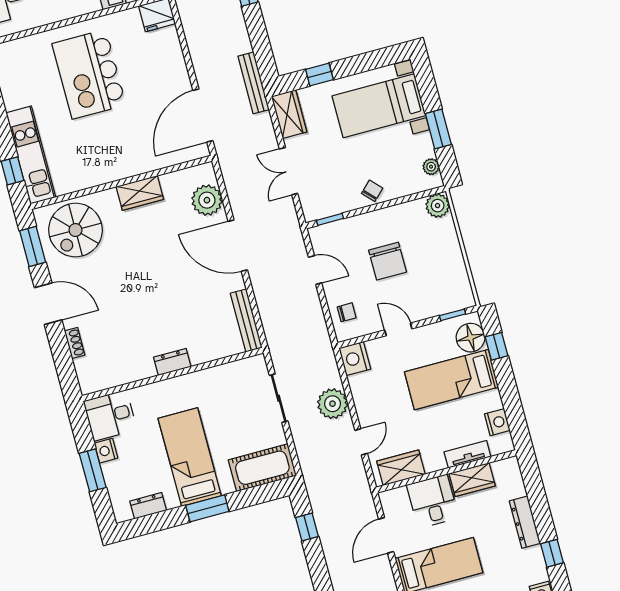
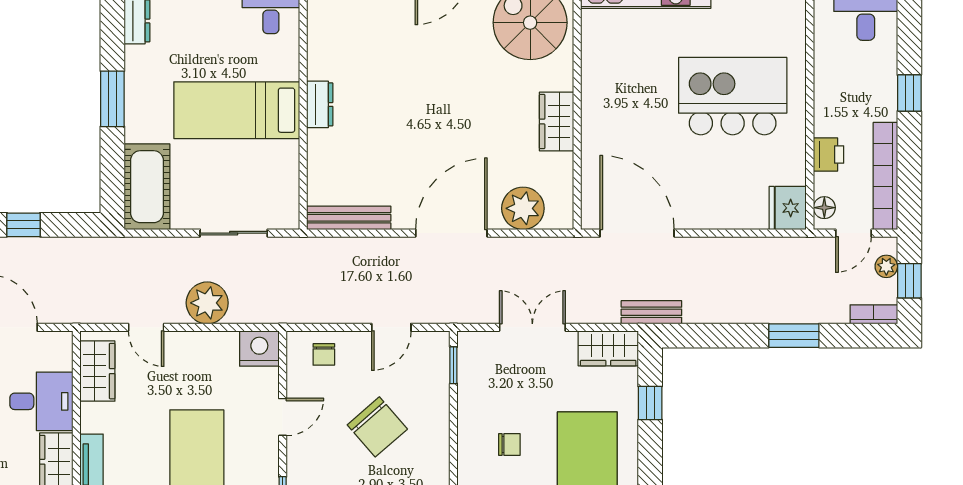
bench: (254, 83) -> (651, 312), width x0.73
chair: (372, 191) -> (509, 444), moved, turned -46
chair: (388, 261) -> (377, 427), turned -131
bed: (190, 457) -> (237, 110), moved, turned 180
window: (307, 527) -> (24, 225), moved

